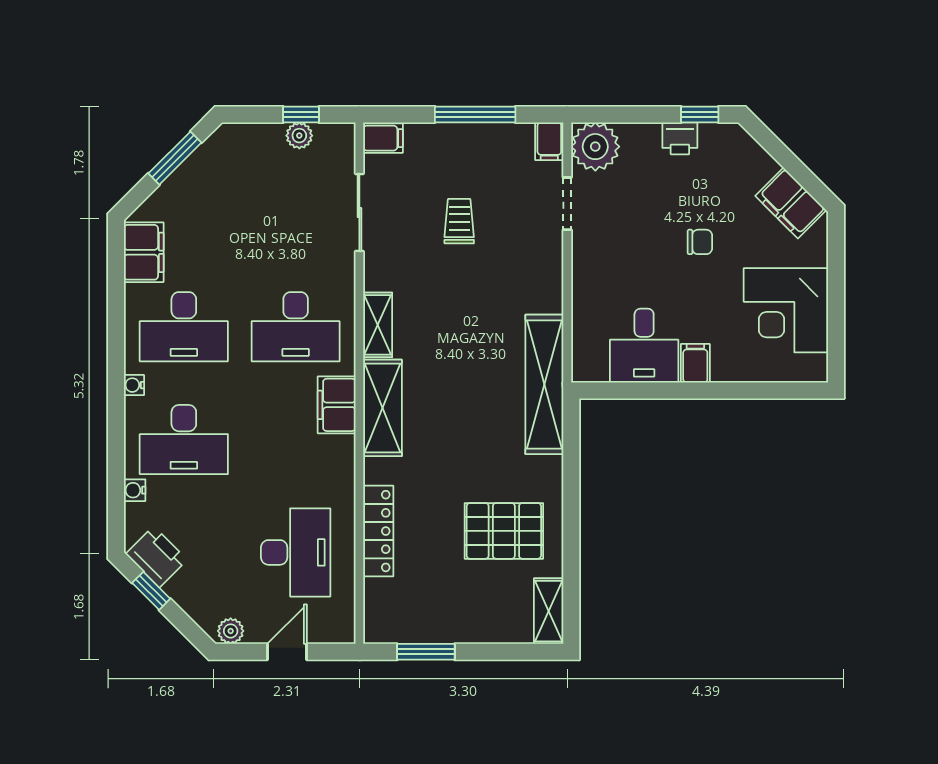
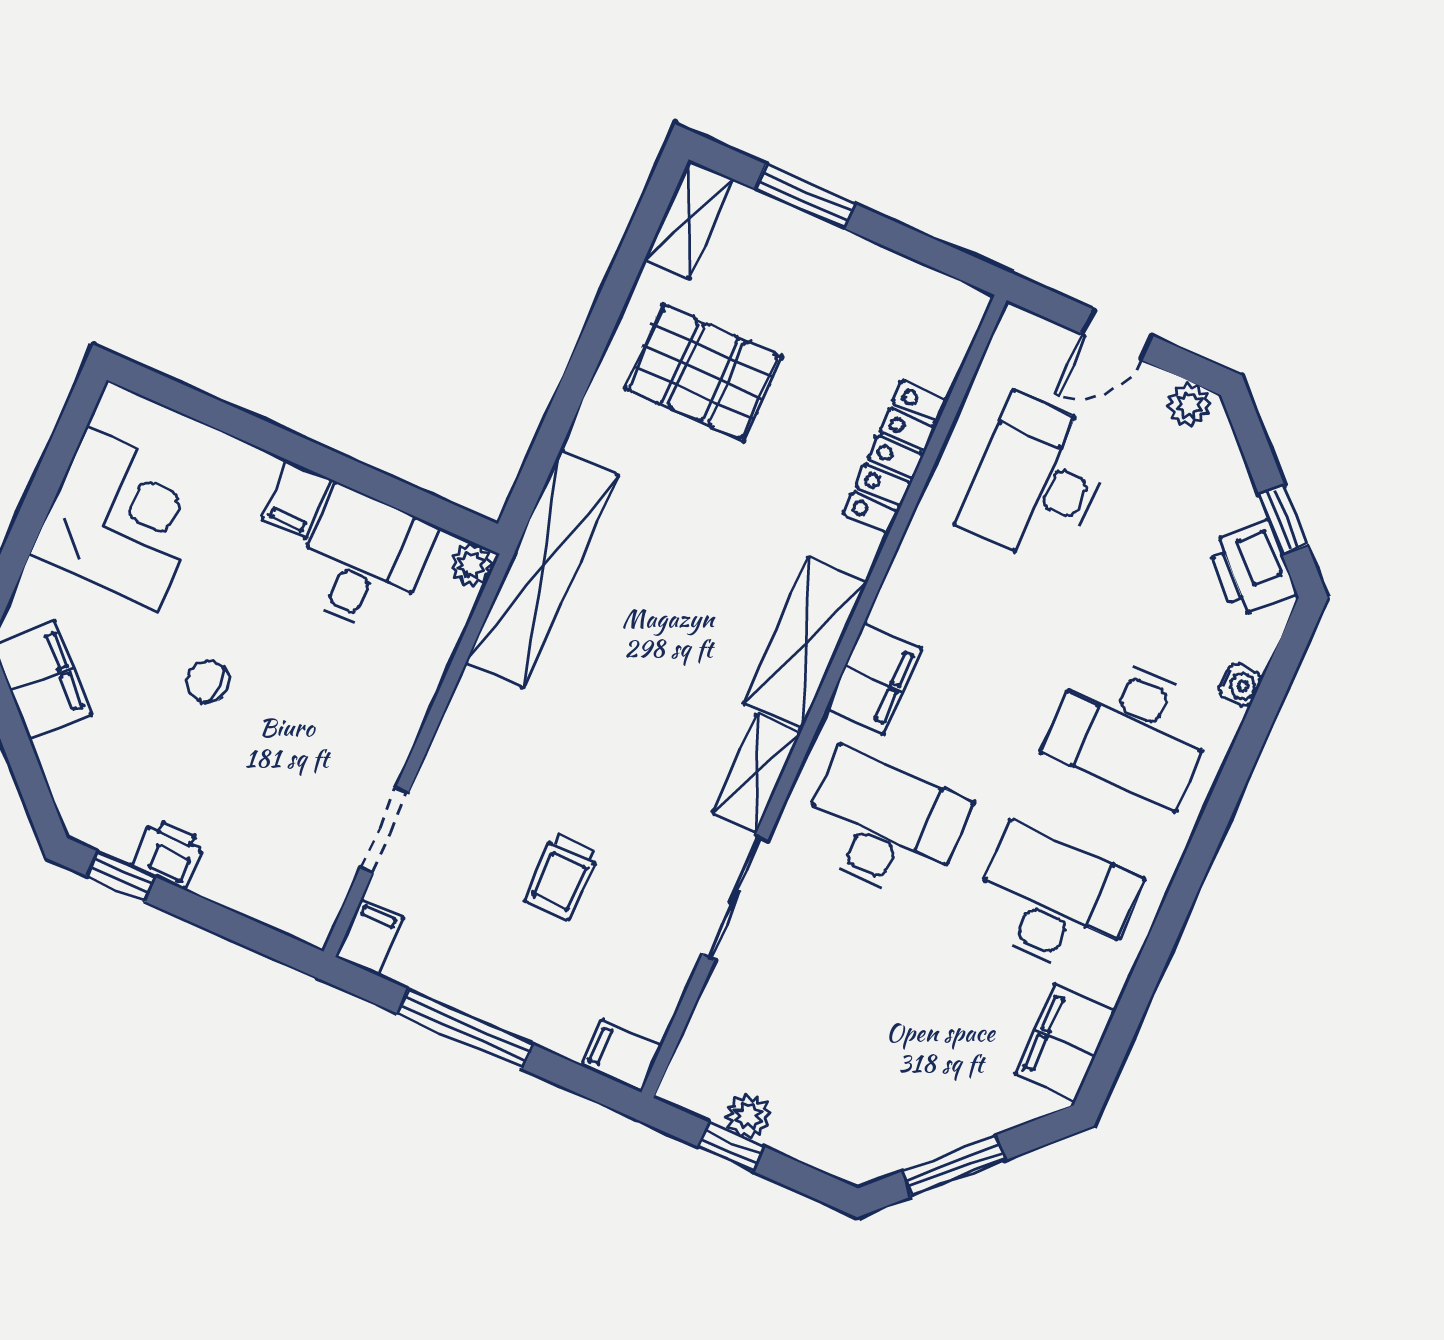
plant: (595, 147) -> (471, 565), moved, width x0.53, depth x0.53
sliding door: (359, 213) -> (735, 897), moved
water cooler: (134, 385) -> (1170, 846), removed
desk: (184, 440) -> (1131, 729), turned 180
window: (426, 652) -> (805, 196), moved

